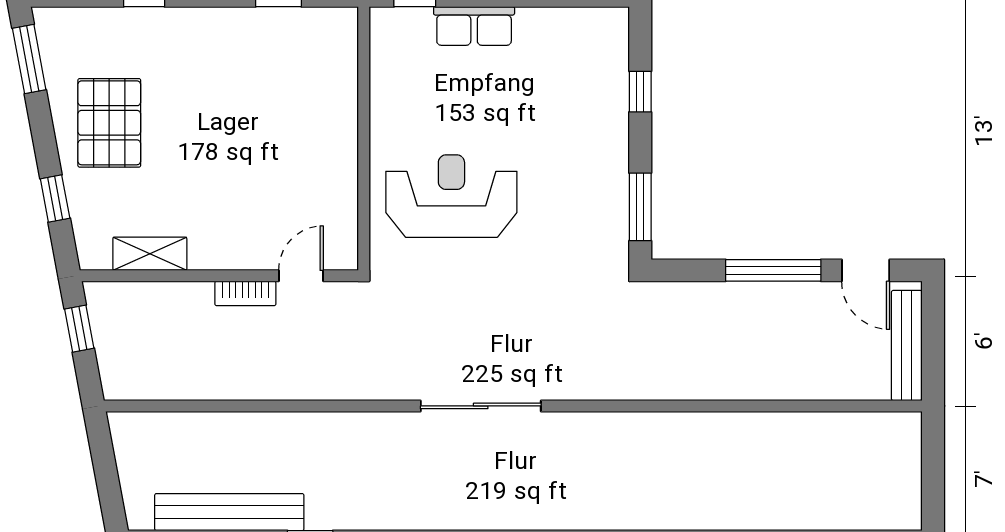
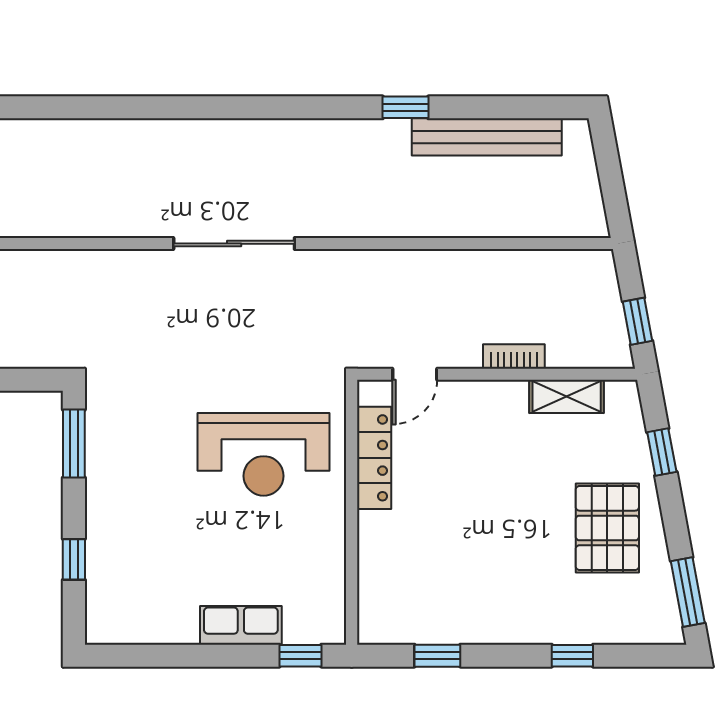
locker: (341, 193) -> (374, 458), added
bookcase: (245, 293) -> (514, 357), moved

